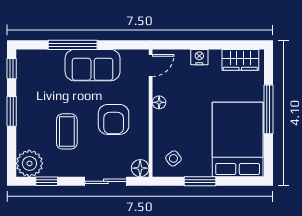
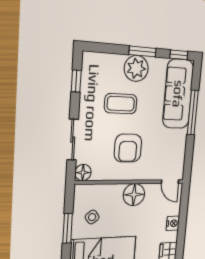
sofa: (93, 65) -> (178, 94), moved, width x1.36
floor lamp: (159, 102) -> (134, 195), width x1.89, depth x1.89
armchair: (114, 119) -> (128, 148), turned -90
side table: (173, 158) -> (92, 217), moved
plant: (29, 163) -> (136, 68), moved

